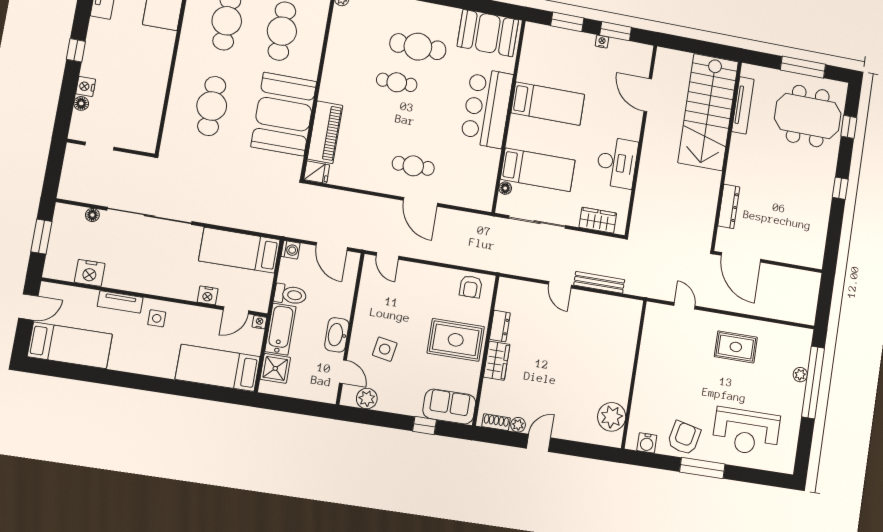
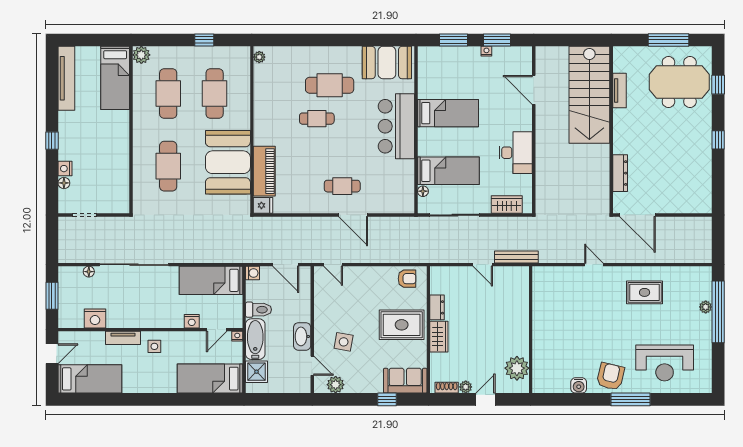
tv unit: (743, 105) -> (619, 91), width x0.71
armchair: (471, 287) -> (407, 279), turned -90
wall: (634, 374) -> (531, 330), moved
plant: (612, 417) -> (517, 368), moved

